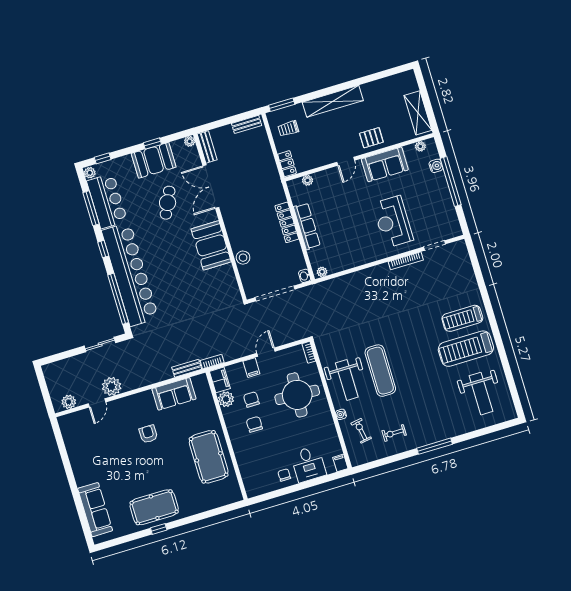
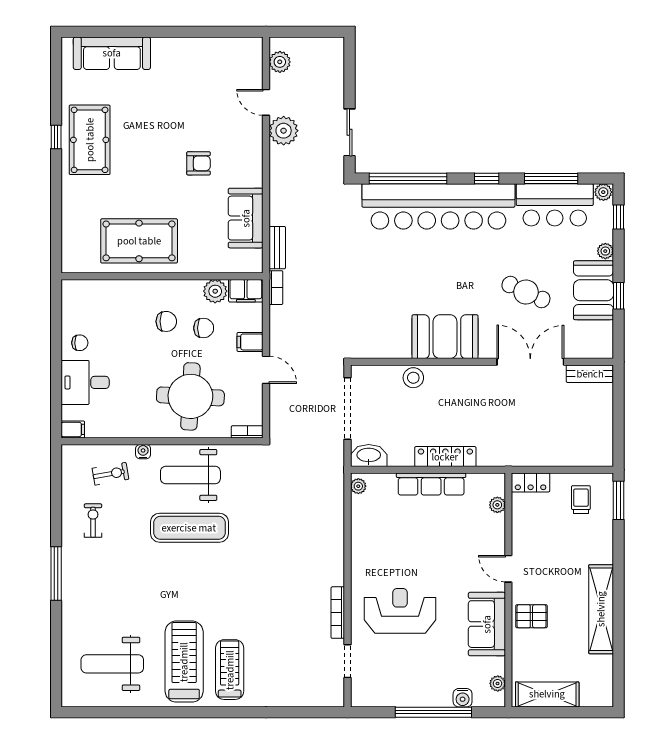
shelving: (333, 101) -> (601, 609), moved
bench: (247, 124) -> (605, 441), removed
pallet: (371, 138) -> (531, 616), turned 90
plant: (190, 141) -> (605, 251), moved
washbasin: (305, 276) -> (369, 456), width x1.91, depth x1.45

